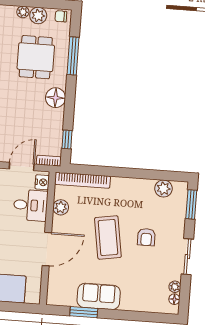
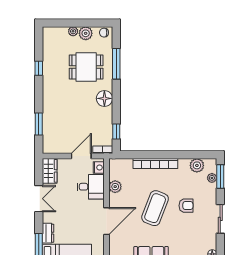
dining table: (36, 57) -> (86, 67), turned 90
bookcase: (83, 180) -> (155, 163), moved
coffee table: (108, 237) -> (155, 208), turned 30
armchair: (146, 237) -> (186, 206), turned -90
plant: (175, 287) -> (212, 178), moved

